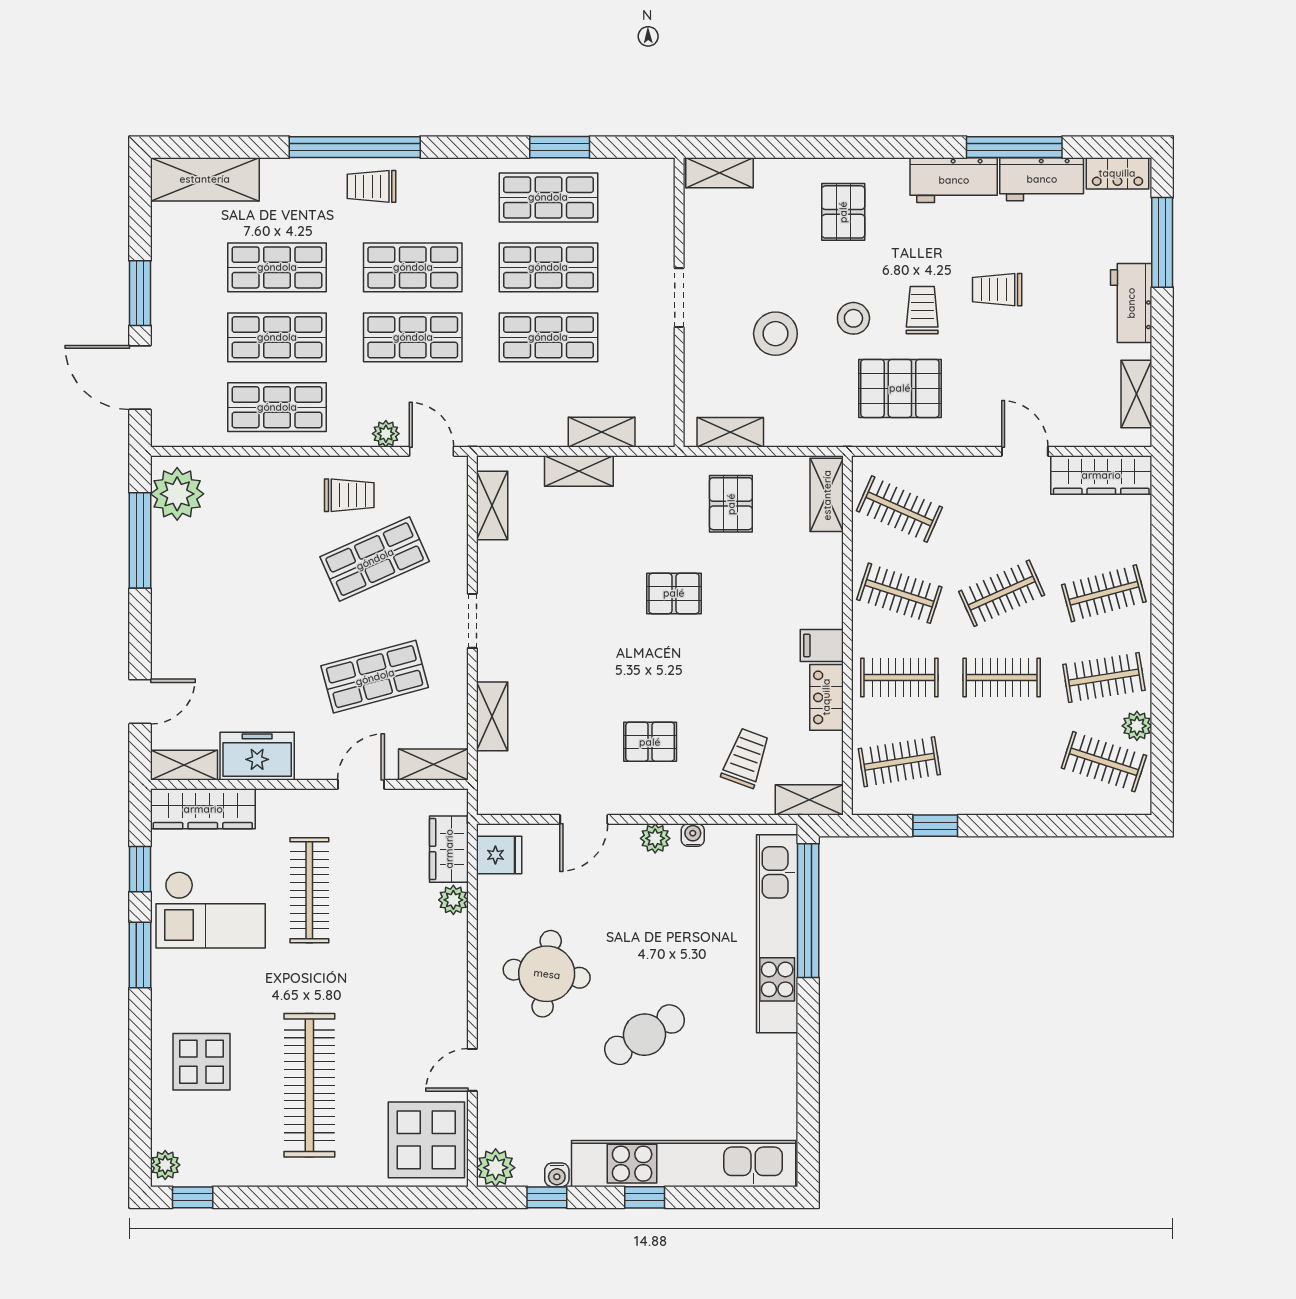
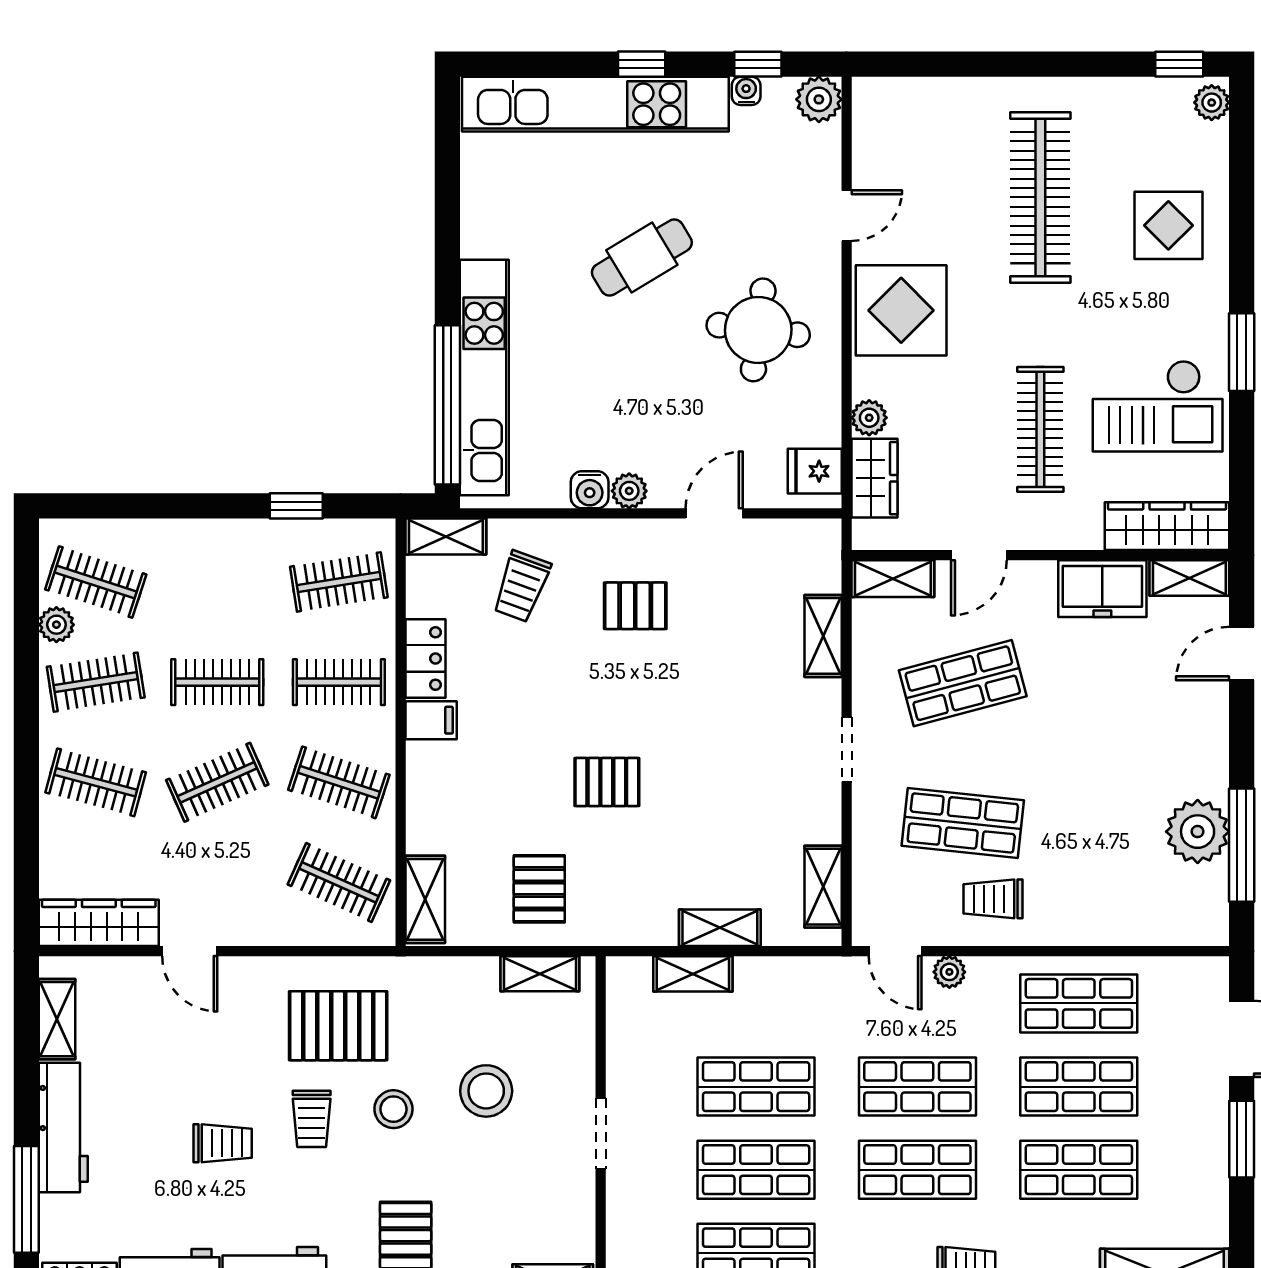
workbench: (1131, 303) -> (63, 1127), width x1.37
plant: (177, 494) -> (1198, 832), moved
shop shelf: (375, 559) -> (963, 823), turned 30
clothes rail: (1104, 593) -> (96, 782), turned 30
water cooler: (693, 835) -> (590, 490), width x1.38, depth x1.38
window: (140, 869) -> (1242, 454), removed
checkout: (211, 910) -> (1158, 406), turned 180
display table: (426, 1140) -> (901, 310), moved

